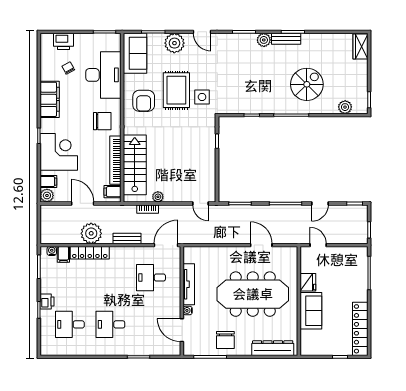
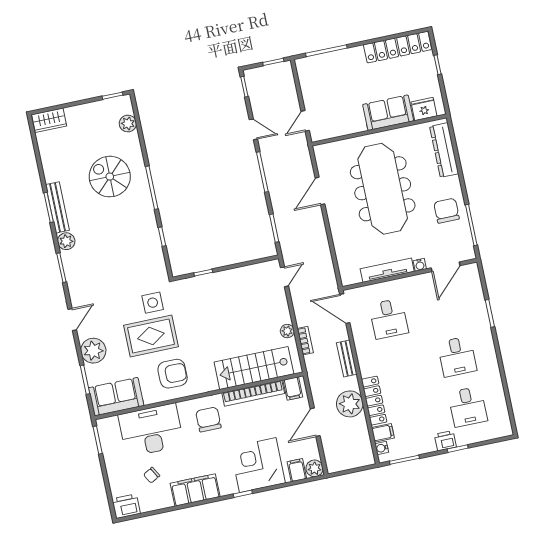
bench: (286, 39) -> (57, 207), width x1.36
printer: (64, 41) -> (126, 506), moved, turned -90
fridge: (308, 282) -> (424, 109), moved
chair: (225, 340) -> (447, 211), turned -90

